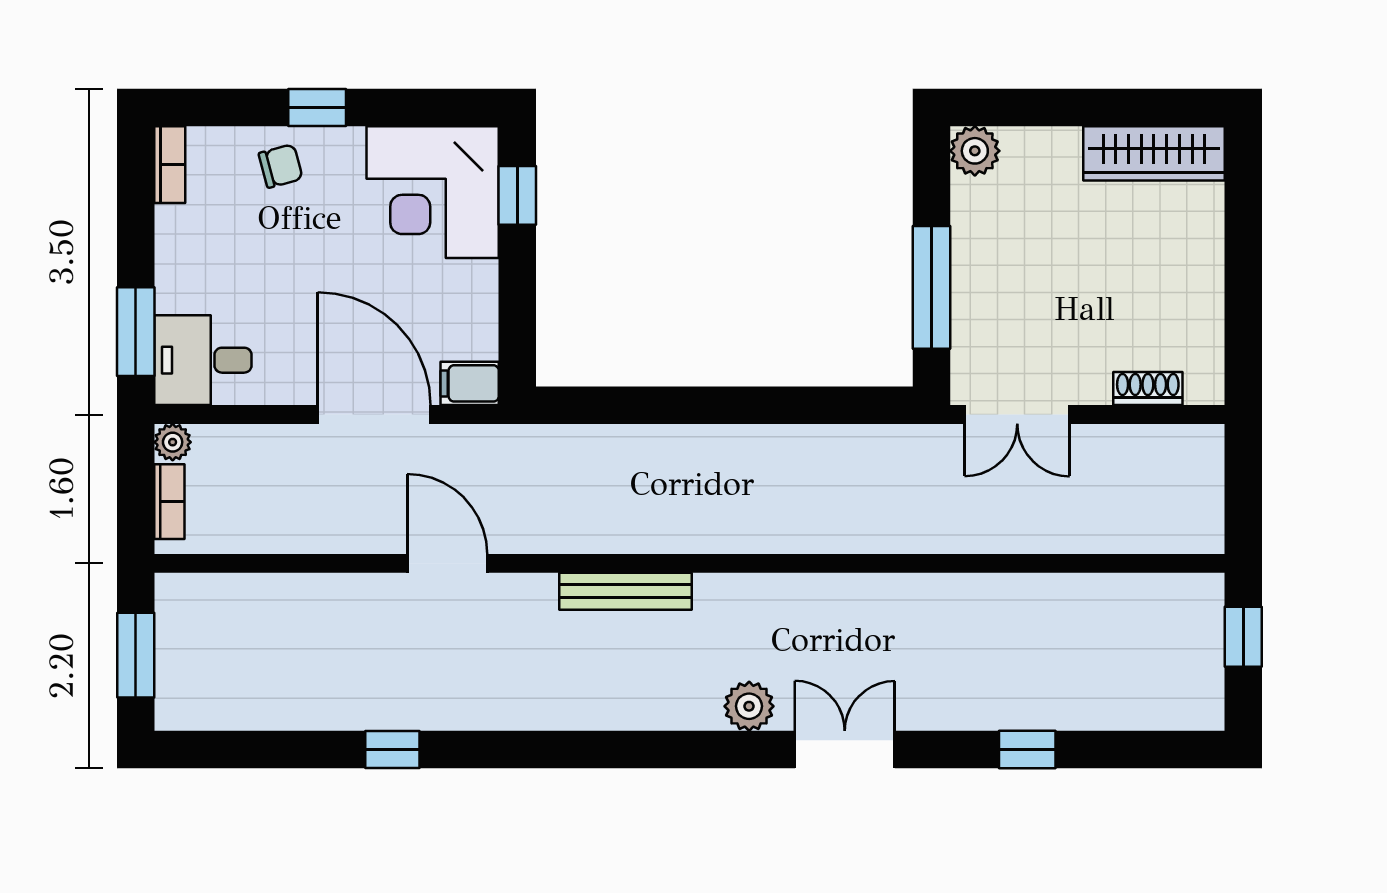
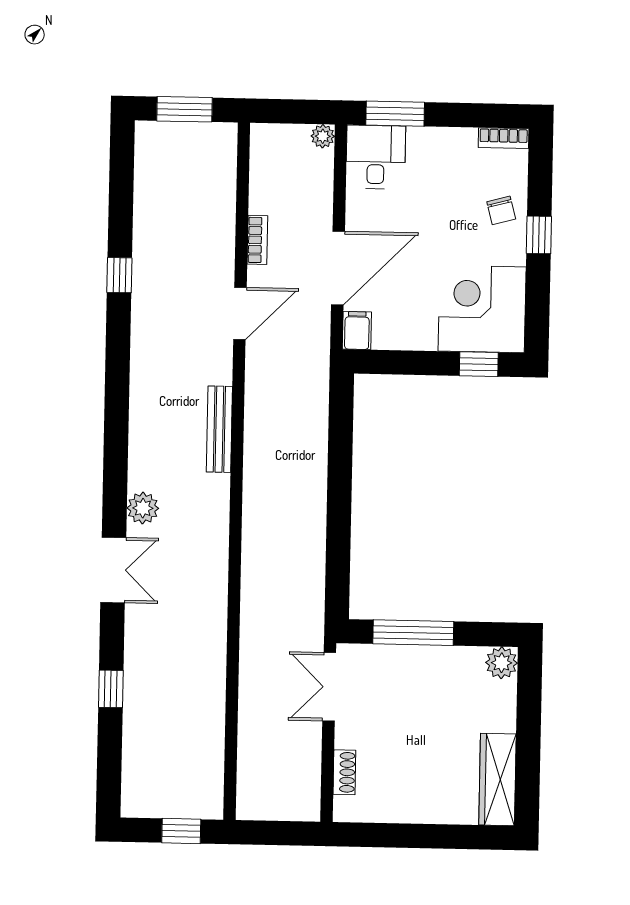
bookcase: (169, 502) -> (257, 240), moved, turned -90

